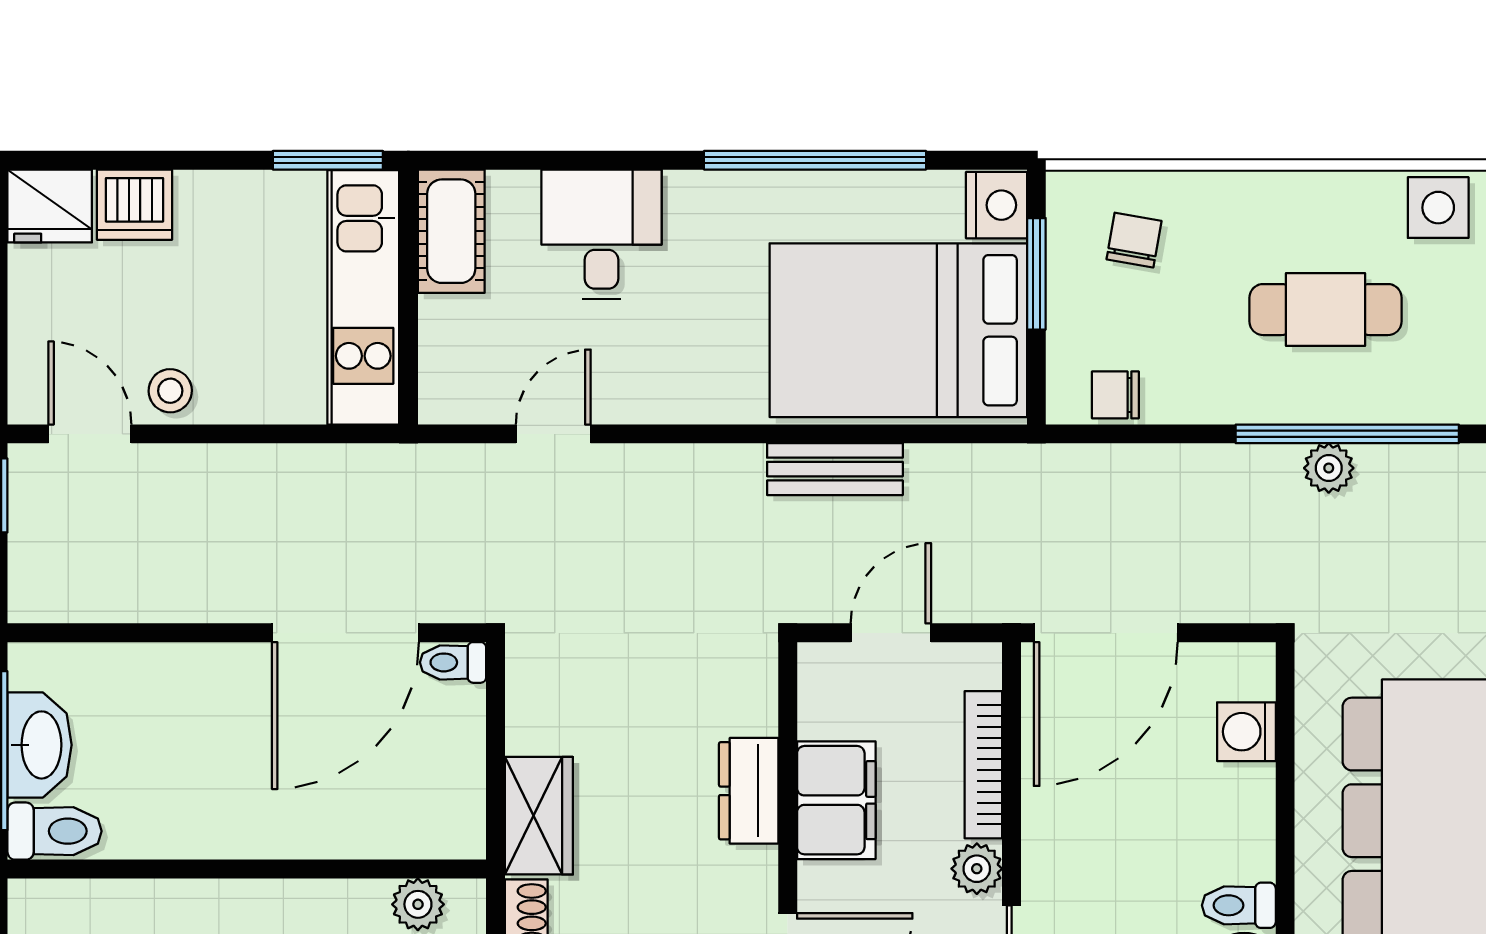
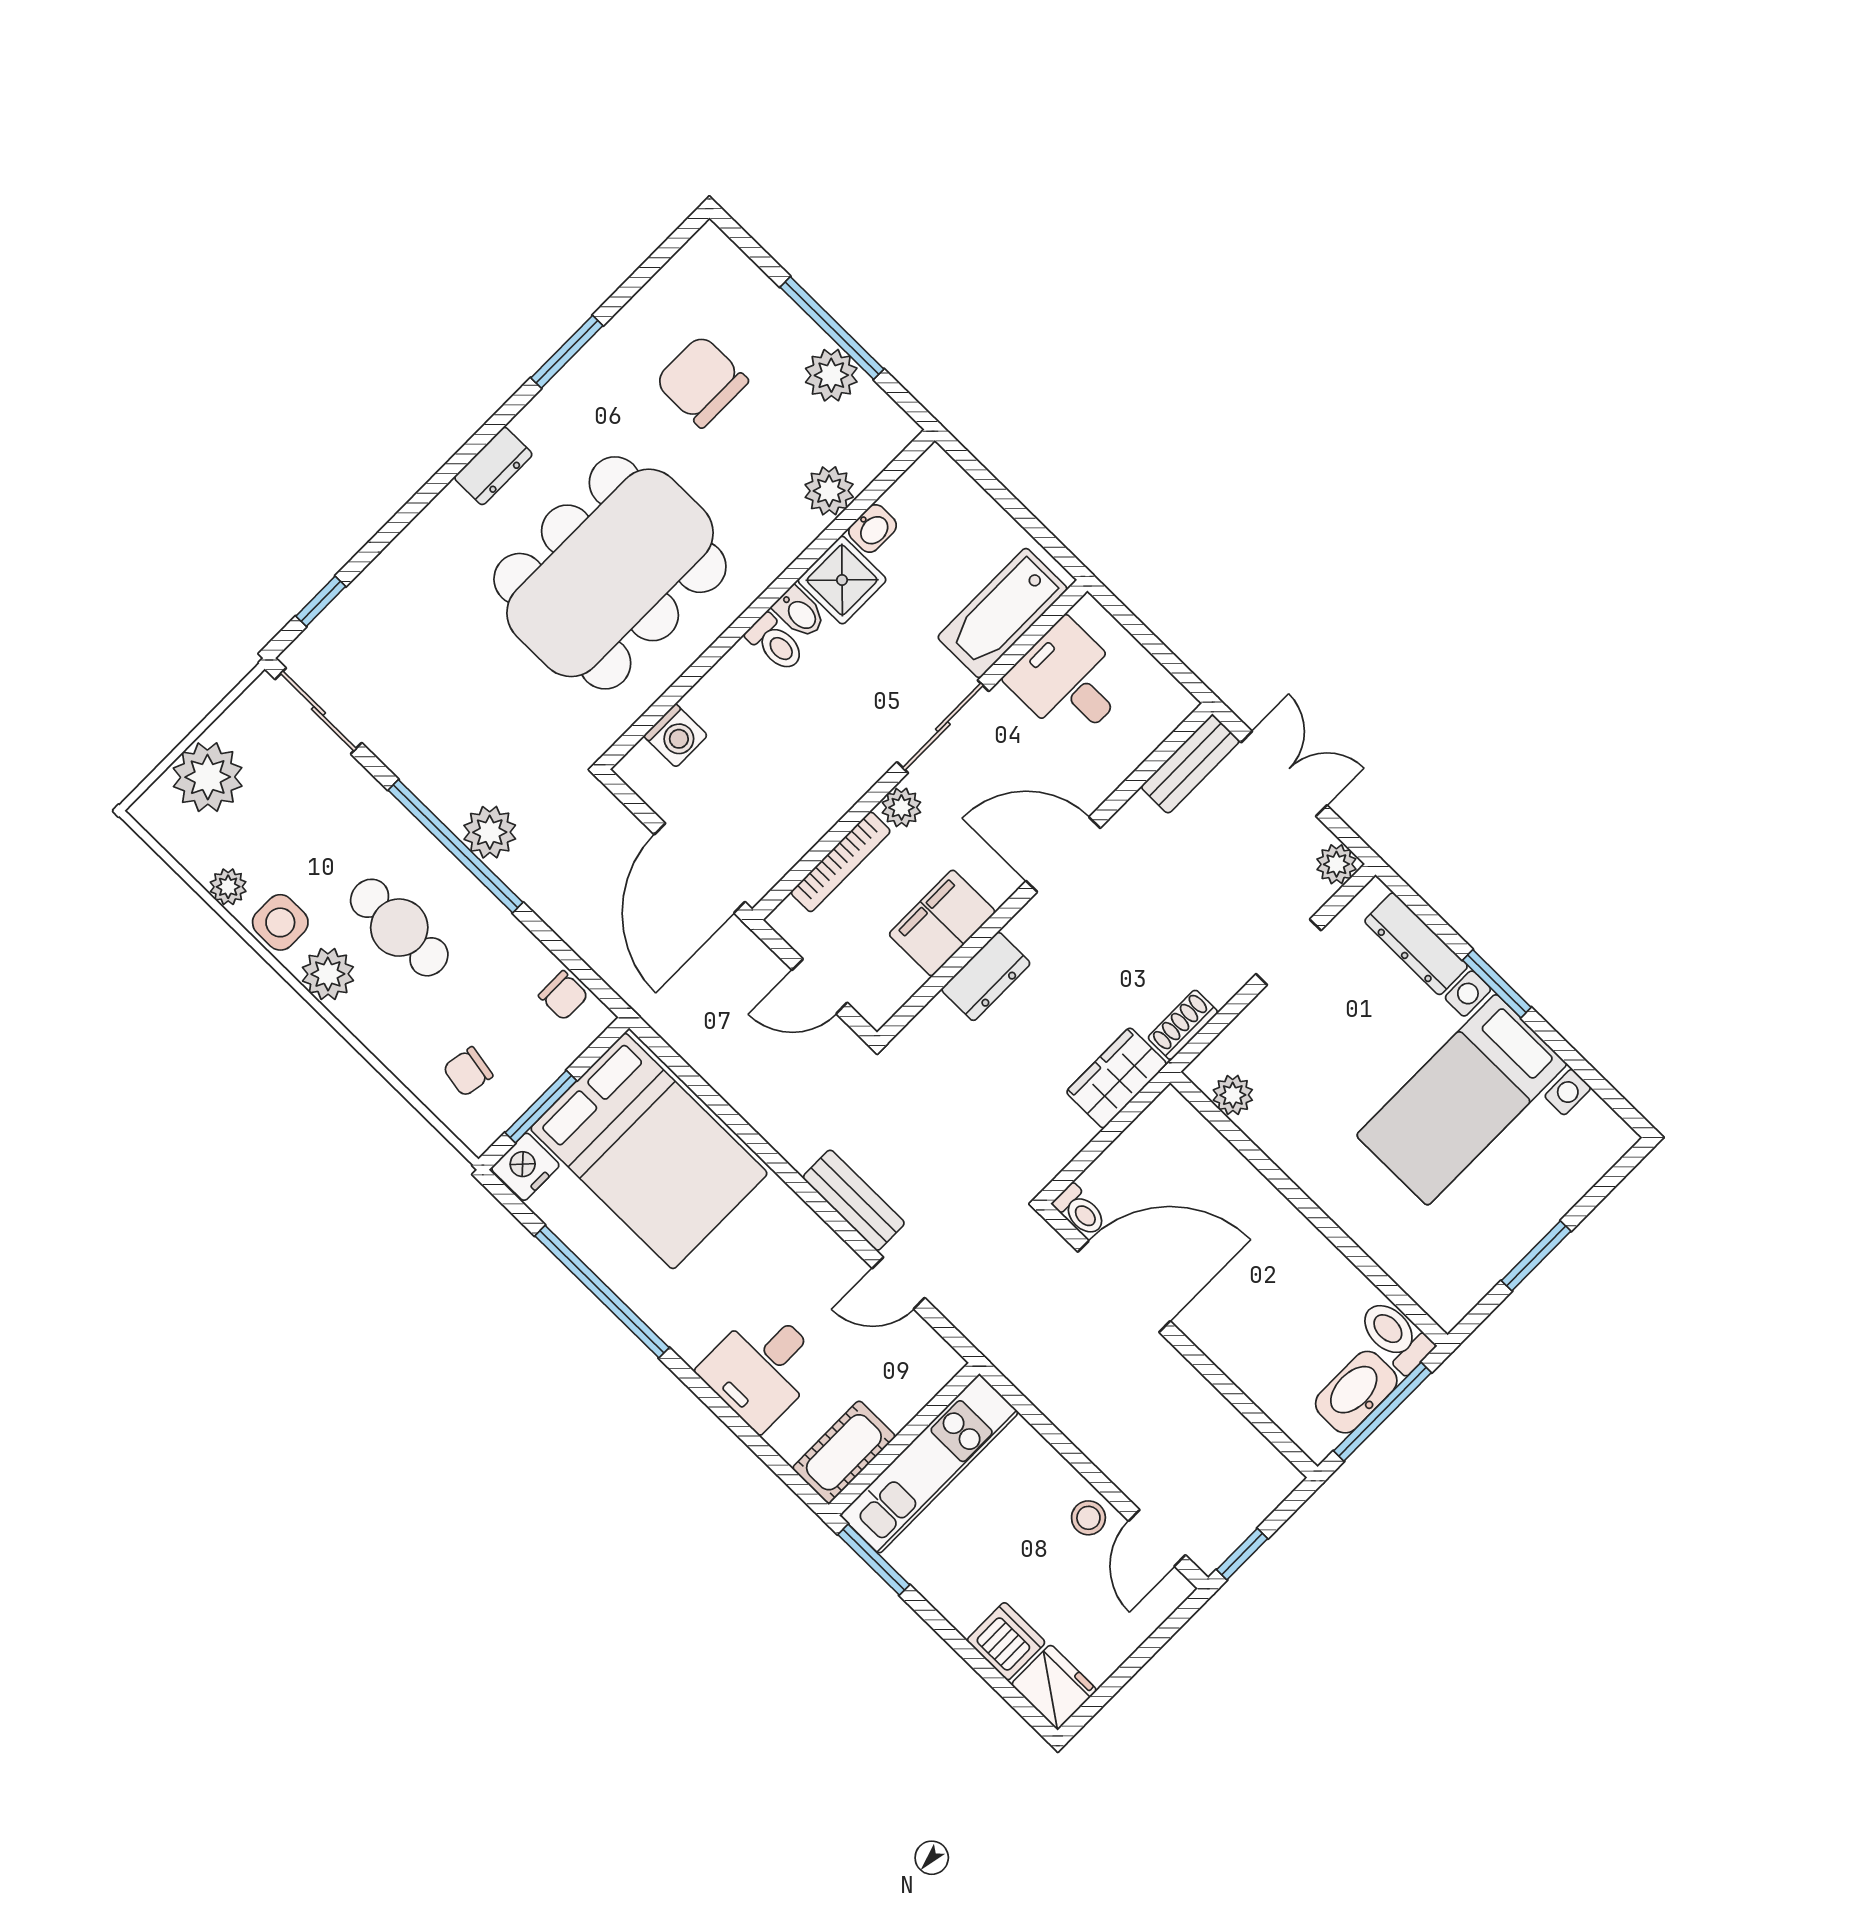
plant: (1349, 203) -> (328, 974), added
plant: (1329, 468) -> (490, 832), width x1.38, depth x1.38
bench: (835, 469) -> (854, 1200), moved
door: (1106, 633) -> (700, 868), swing flipped

